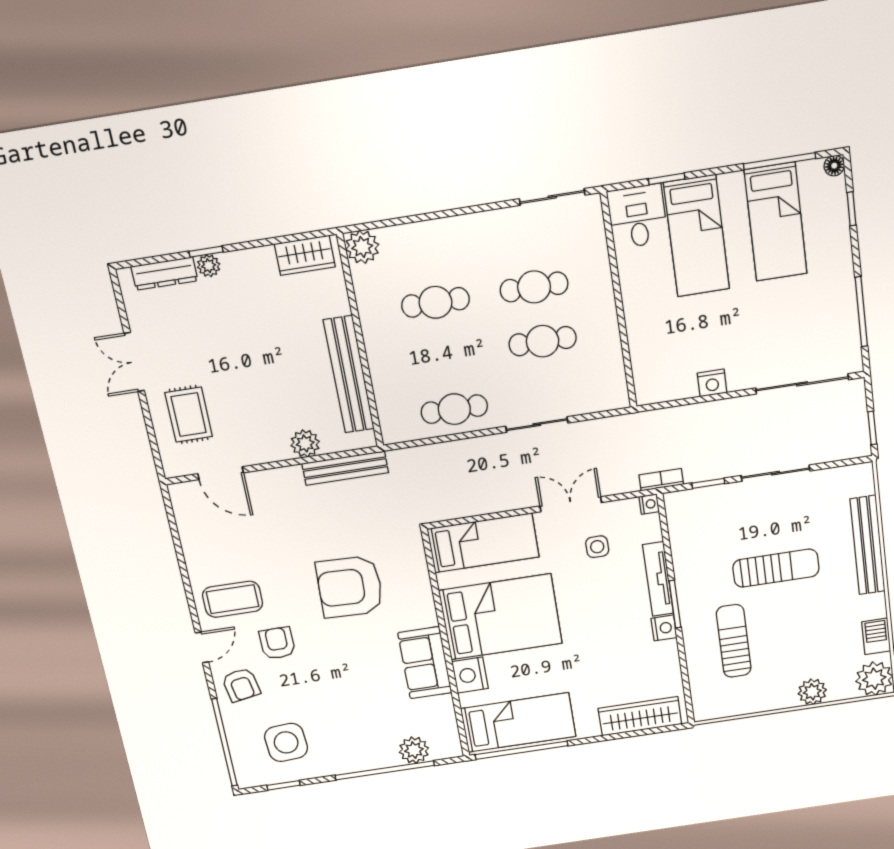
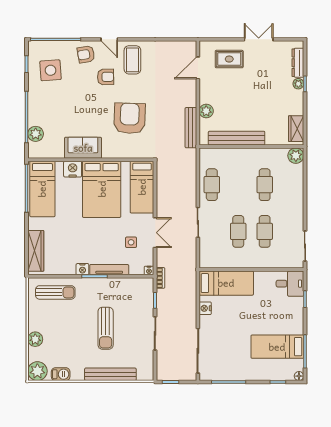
bed: (697, 236) -> (226, 283), moved, turned 180
sun lounger: (734, 641) -> (55, 292), moved

